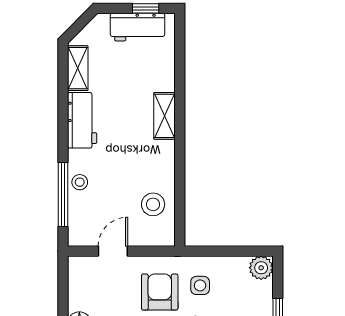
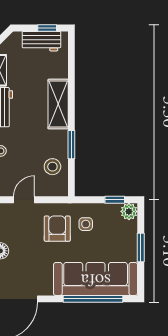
shelving: (165, 116) -> (58, 104), width x1.50, depth x1.33
window: (180, 173) -> (71, 145), added
window: (241, 251) -> (115, 200), added

